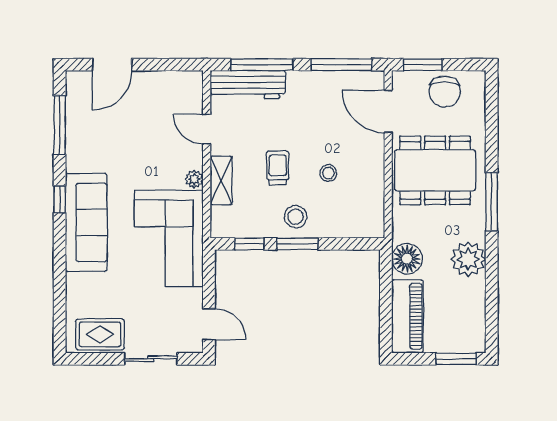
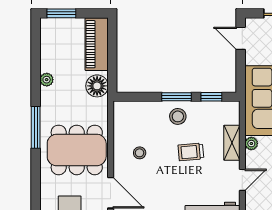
door: (207, 129) -> (242, 180), hinge flipped
trolley: (278, 168) -> (191, 152), turned 85
stool: (328, 173) -> (140, 153), moved
plant: (468, 259) -> (47, 80), width x0.53, depth x0.53

